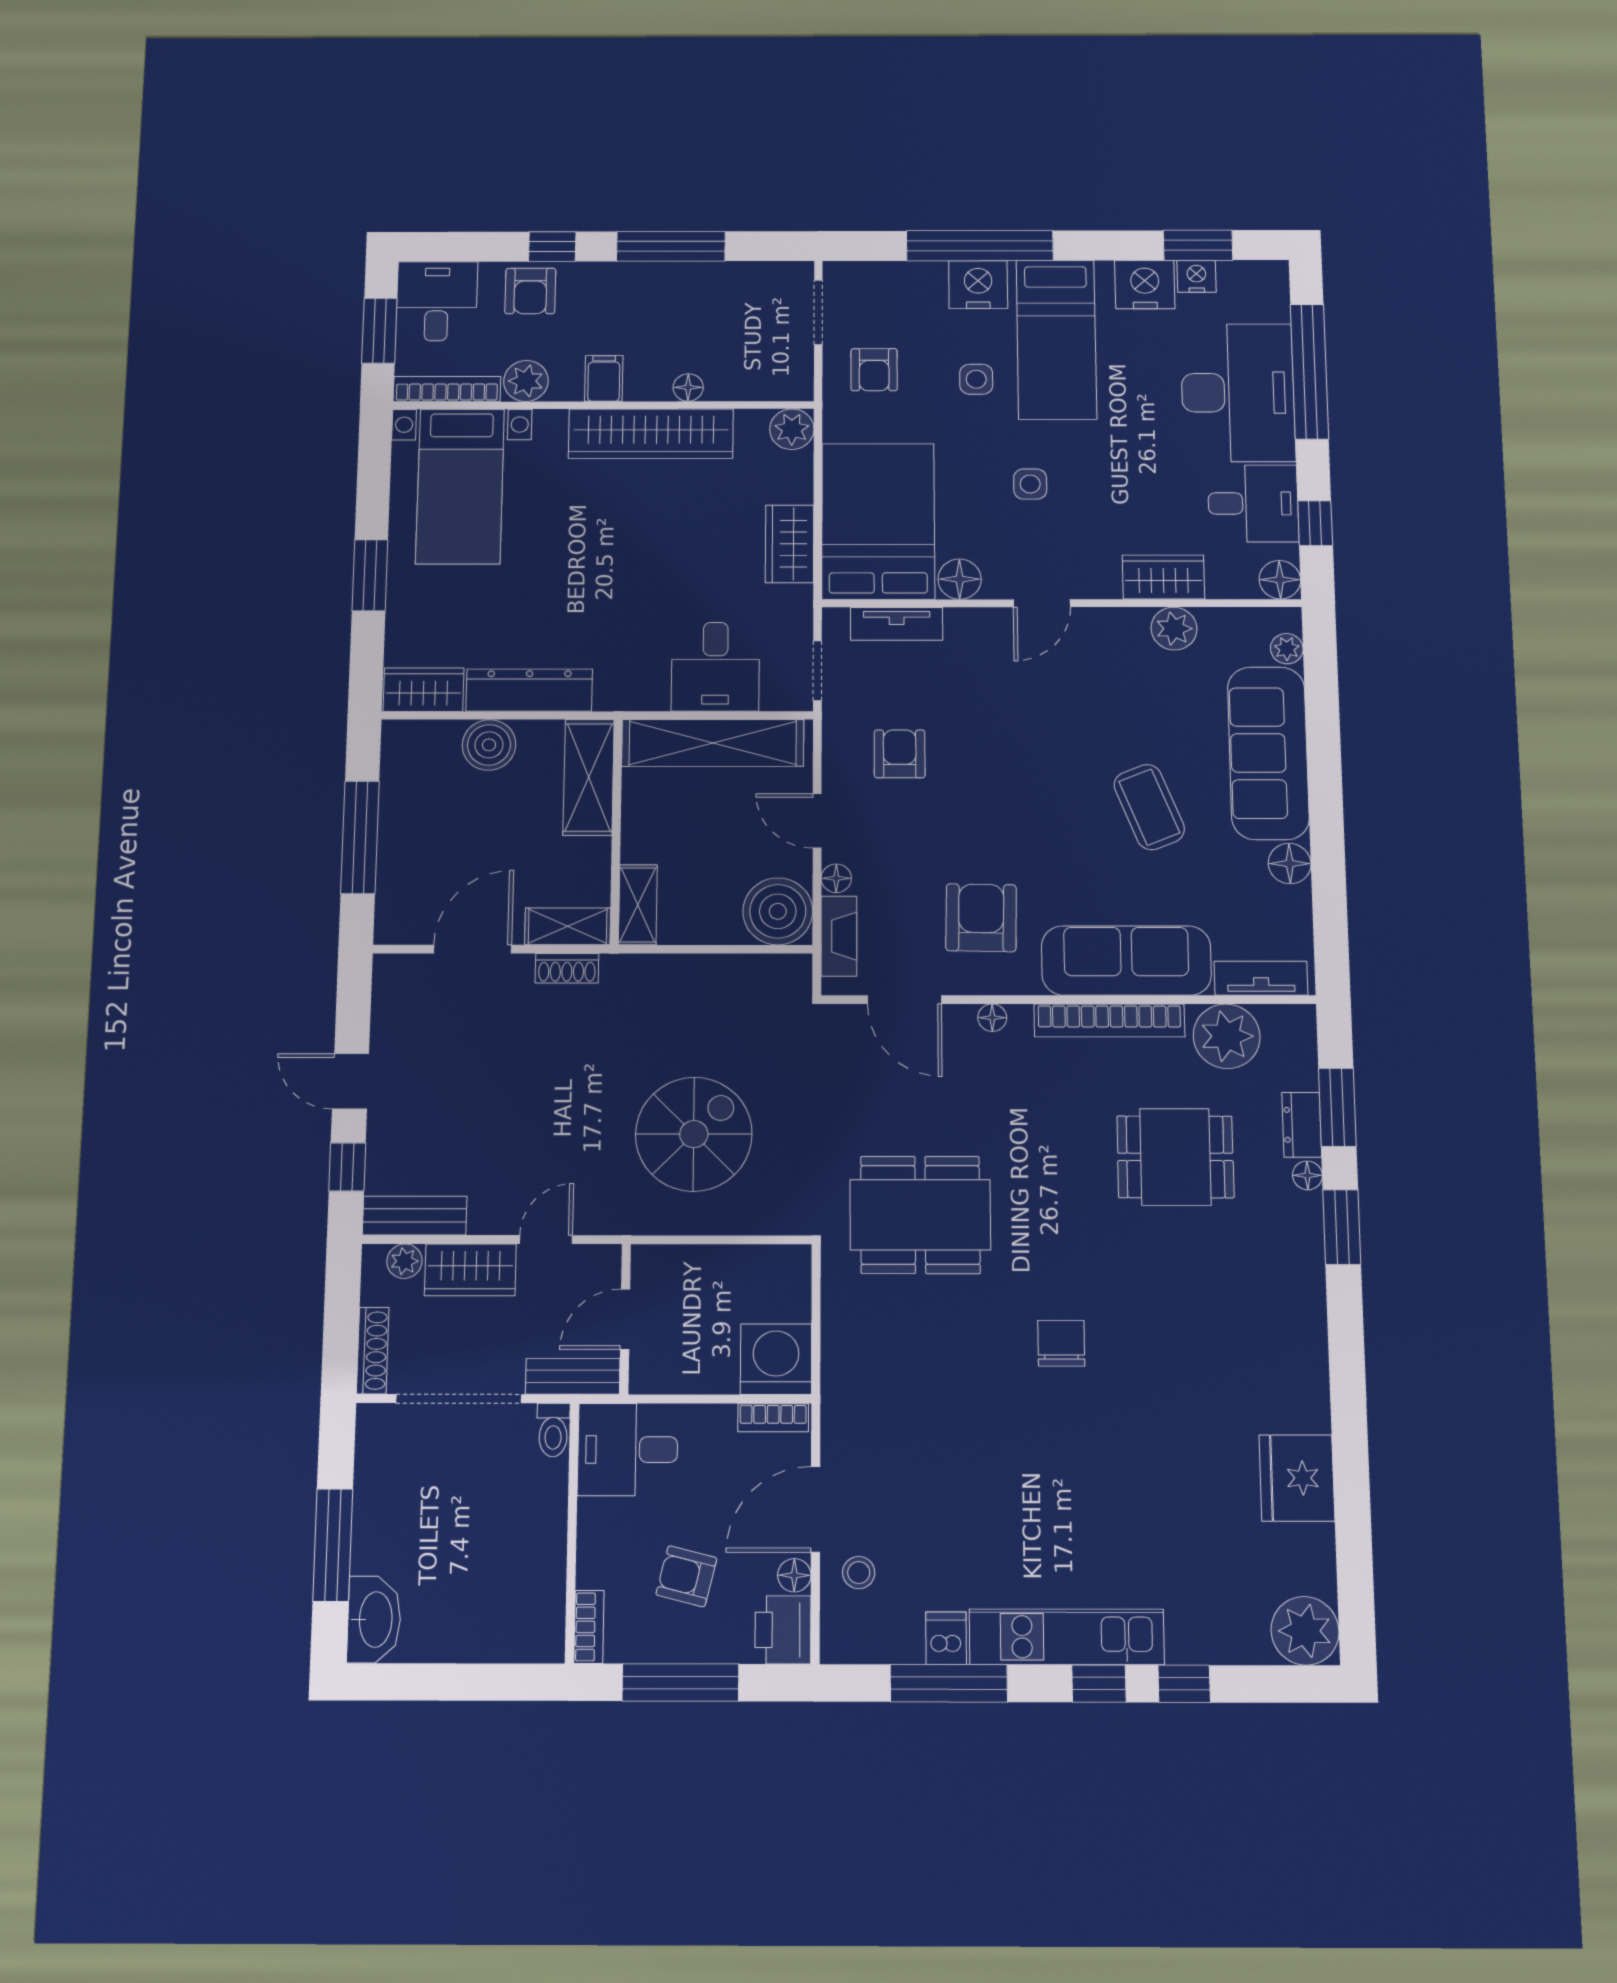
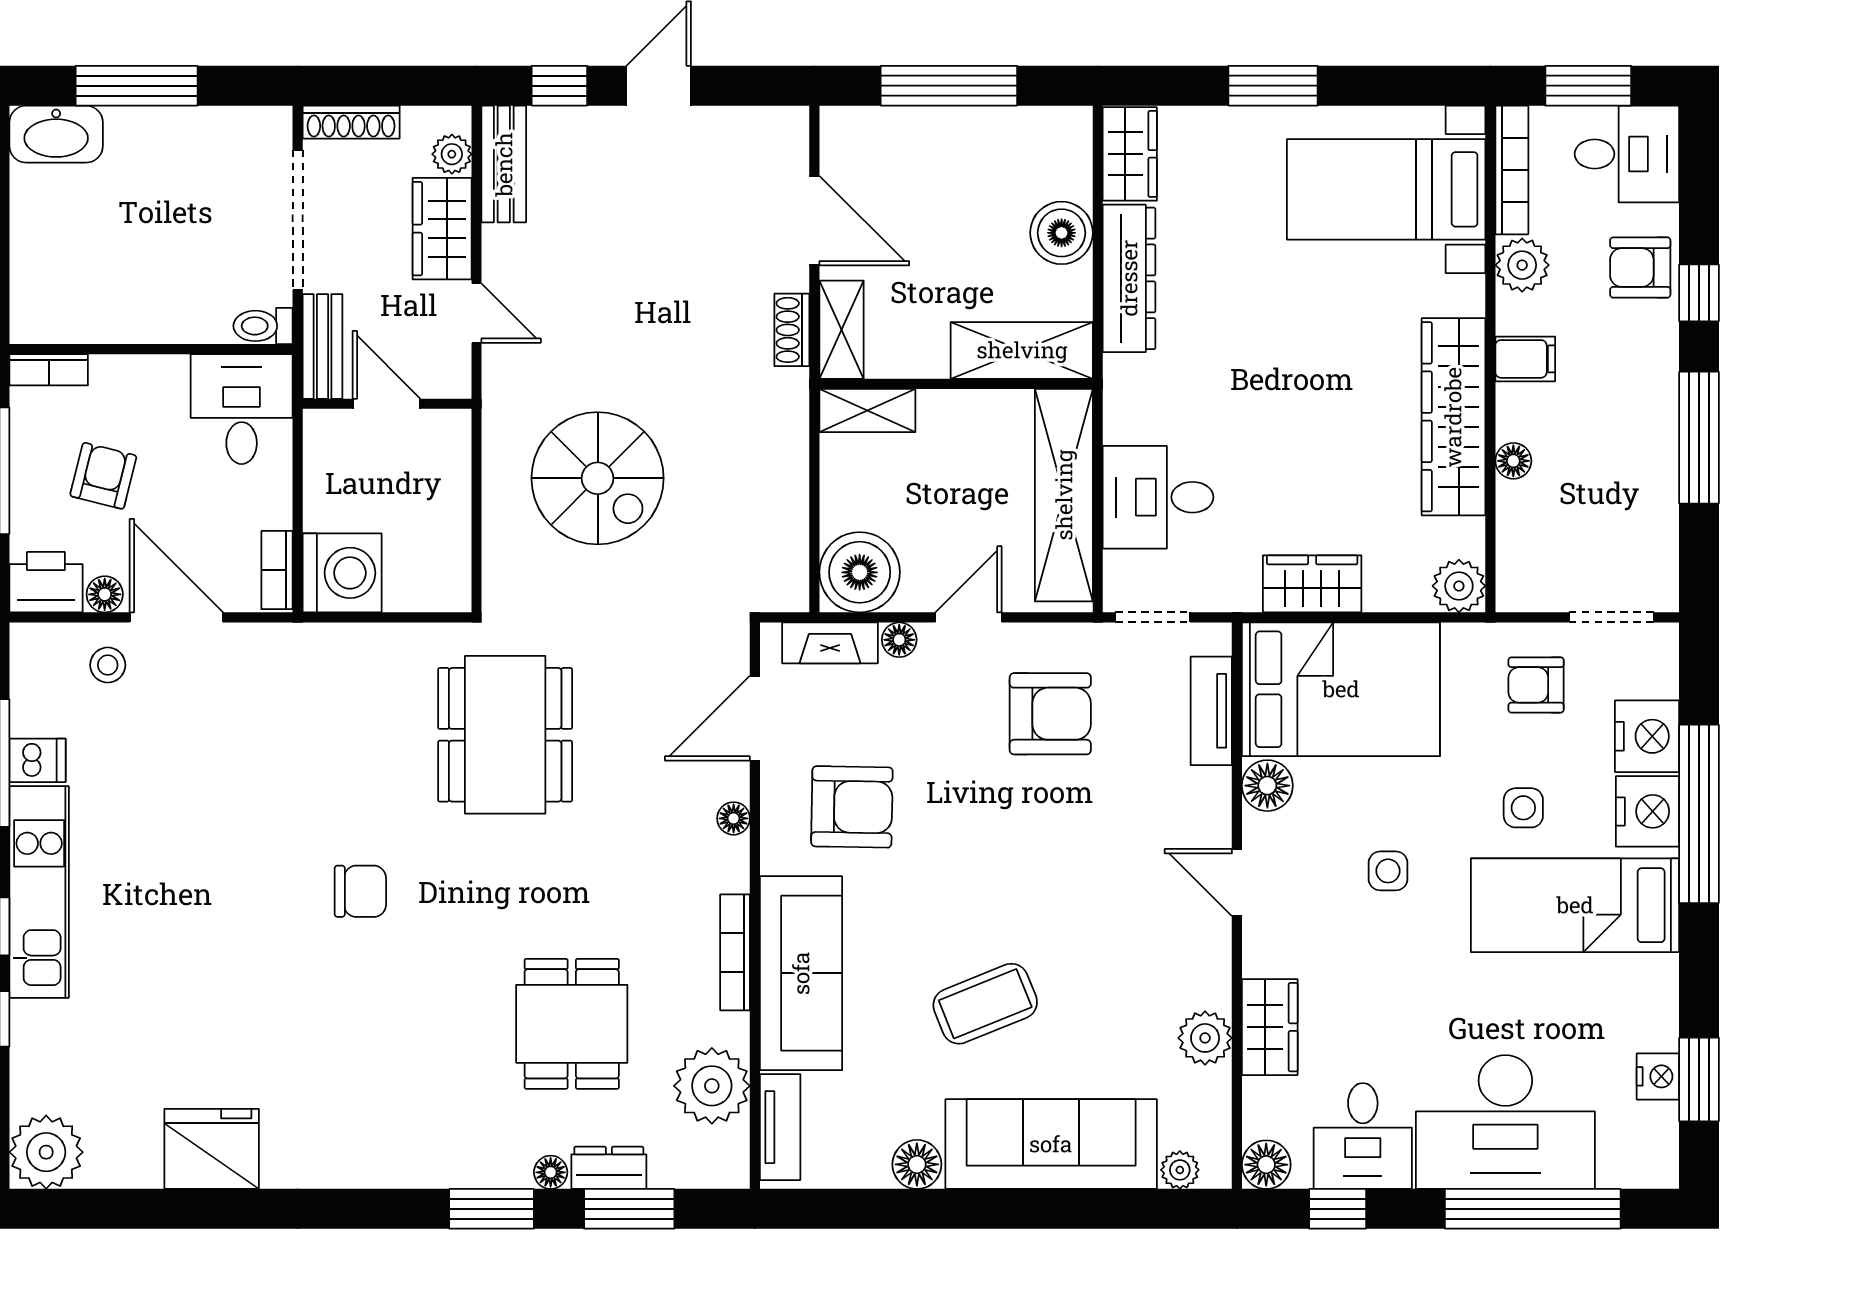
nightstand: (1145, 285) -> (1647, 736), moved
armchair: (900, 754) -> (1050, 714), width x1.38, depth x1.38
bookcase: (1109, 1020) -> (735, 952), width x0.68, depth x0.76

